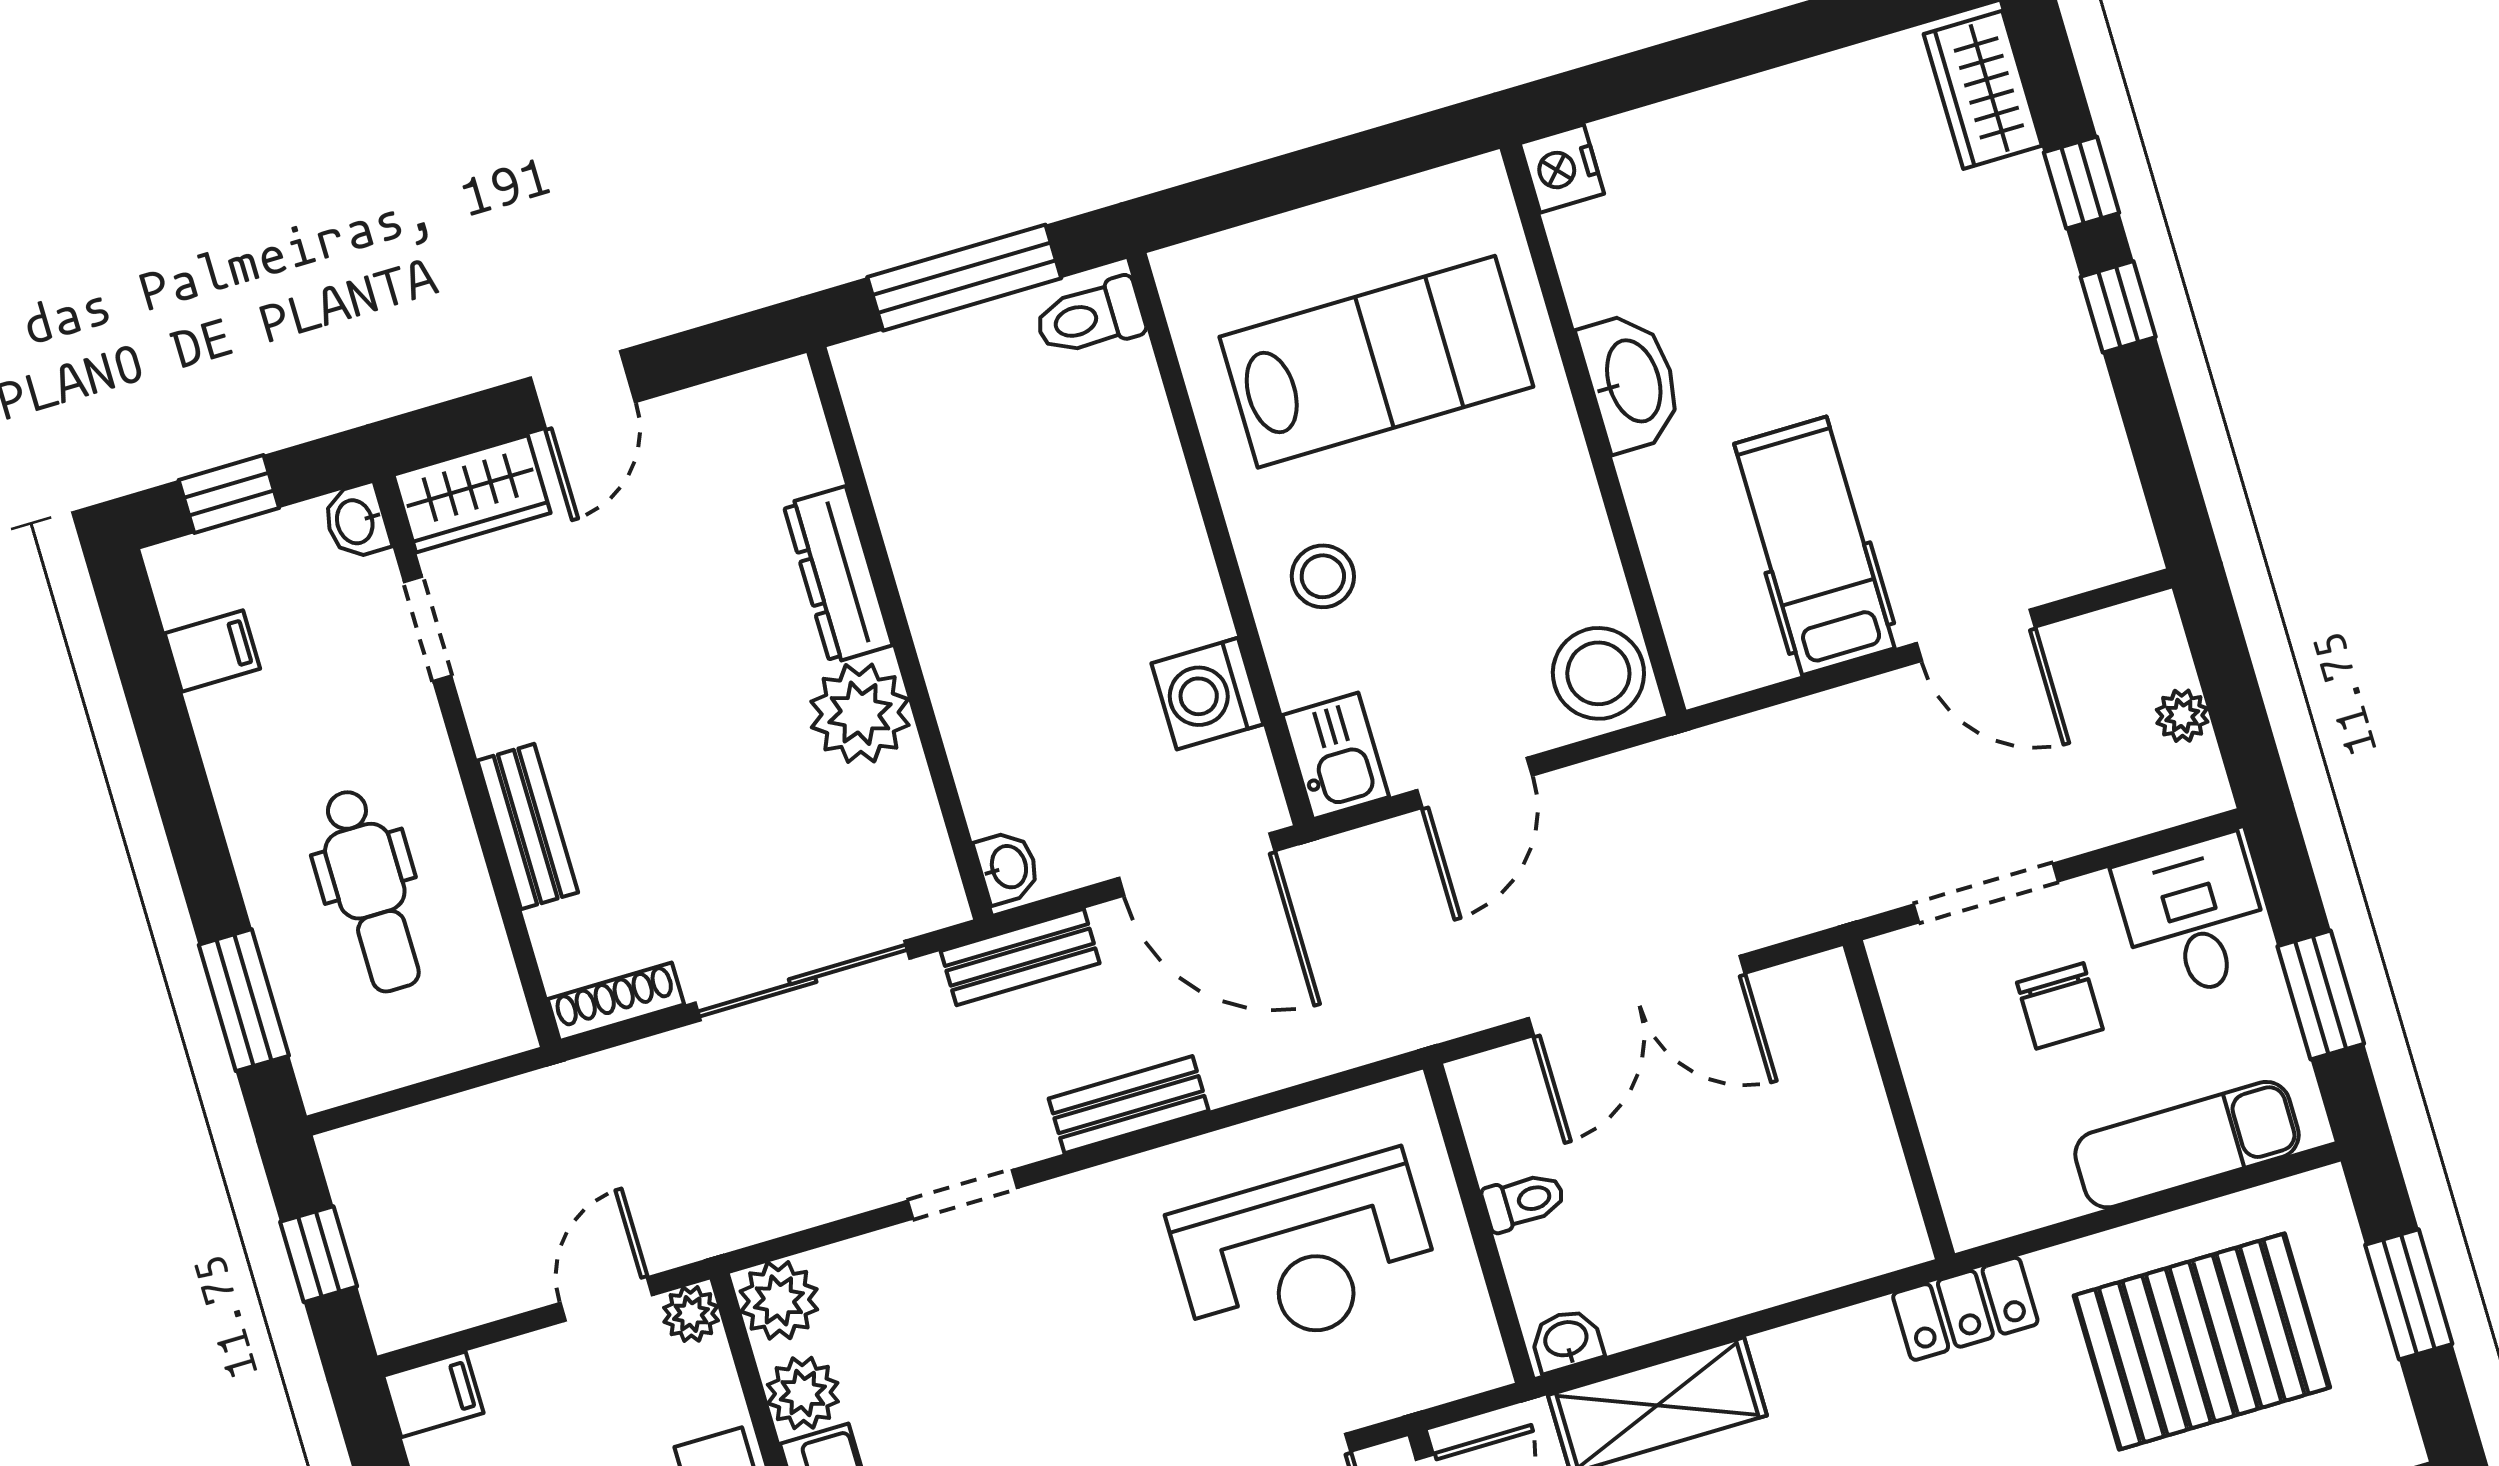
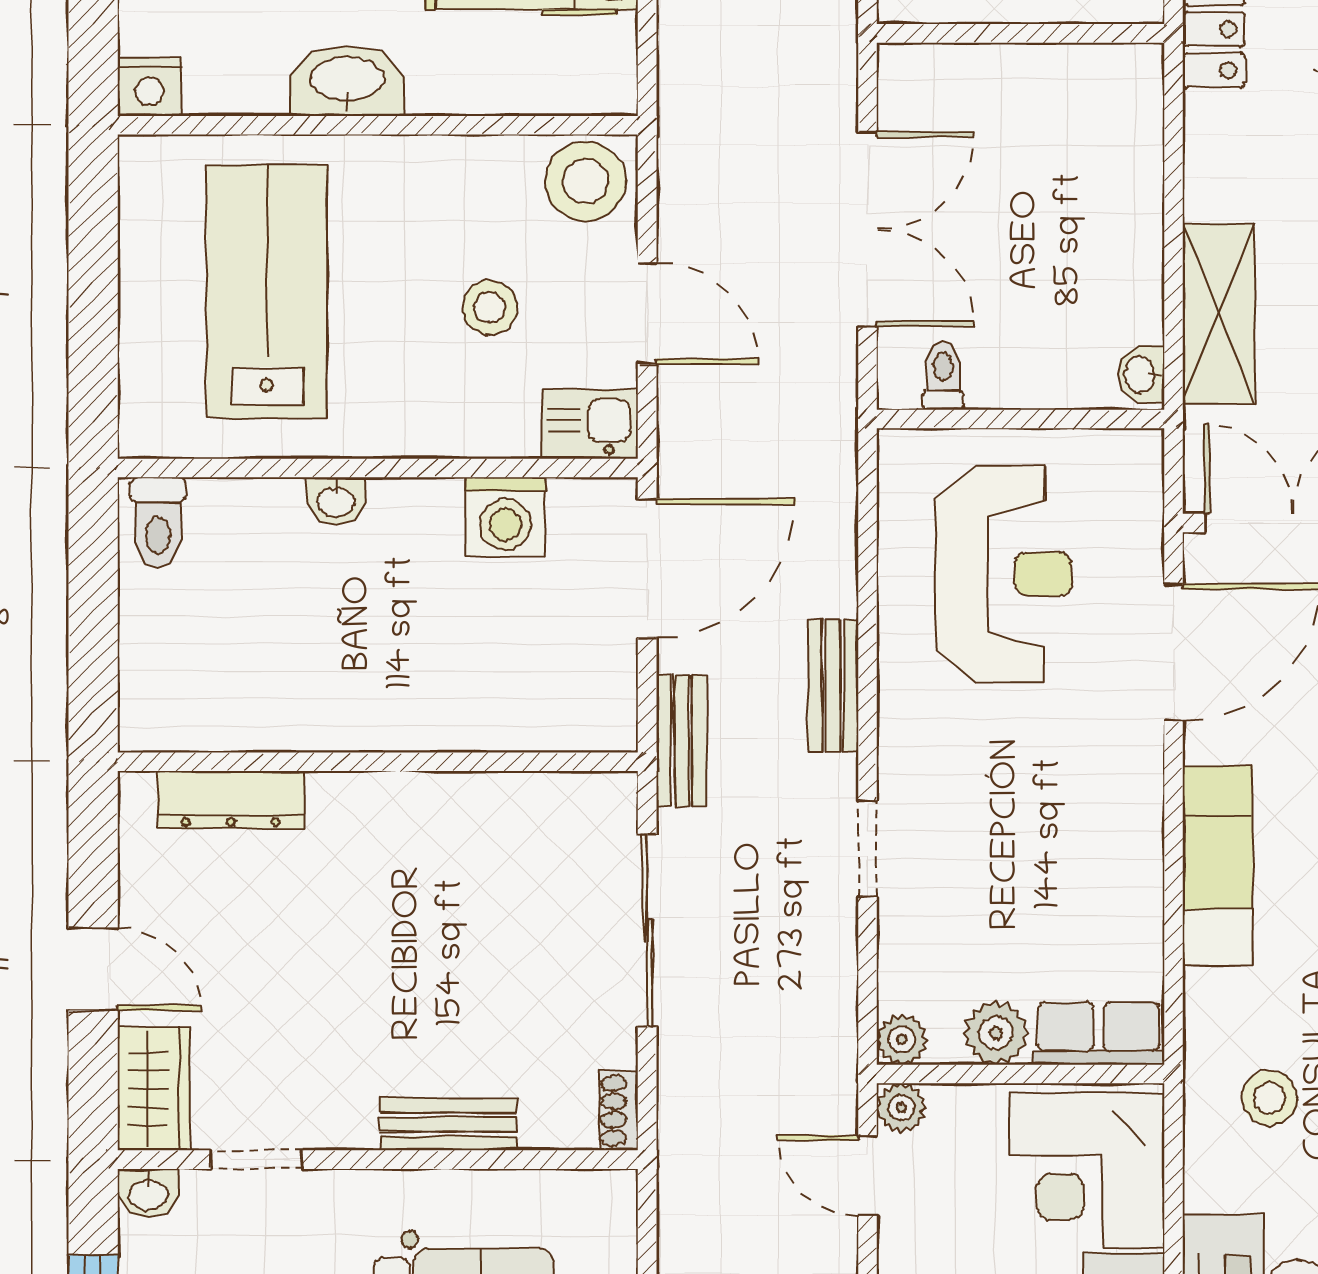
window: (964, 278) -> (93, 619), removed
dresser: (838, 575) -> (231, 800), moved
stool: (1323, 576) -> (490, 307), moved
plant: (860, 713) -> (435, 815), removed
washbasin: (1007, 867) -> (336, 501), moved, turned 180
shoe rack: (616, 1002) -> (619, 1111), width x0.70
toilet: (1524, 1201) -> (943, 376), moved
plant: (779, 1300) -> (902, 1039), width x0.73, depth x0.73

